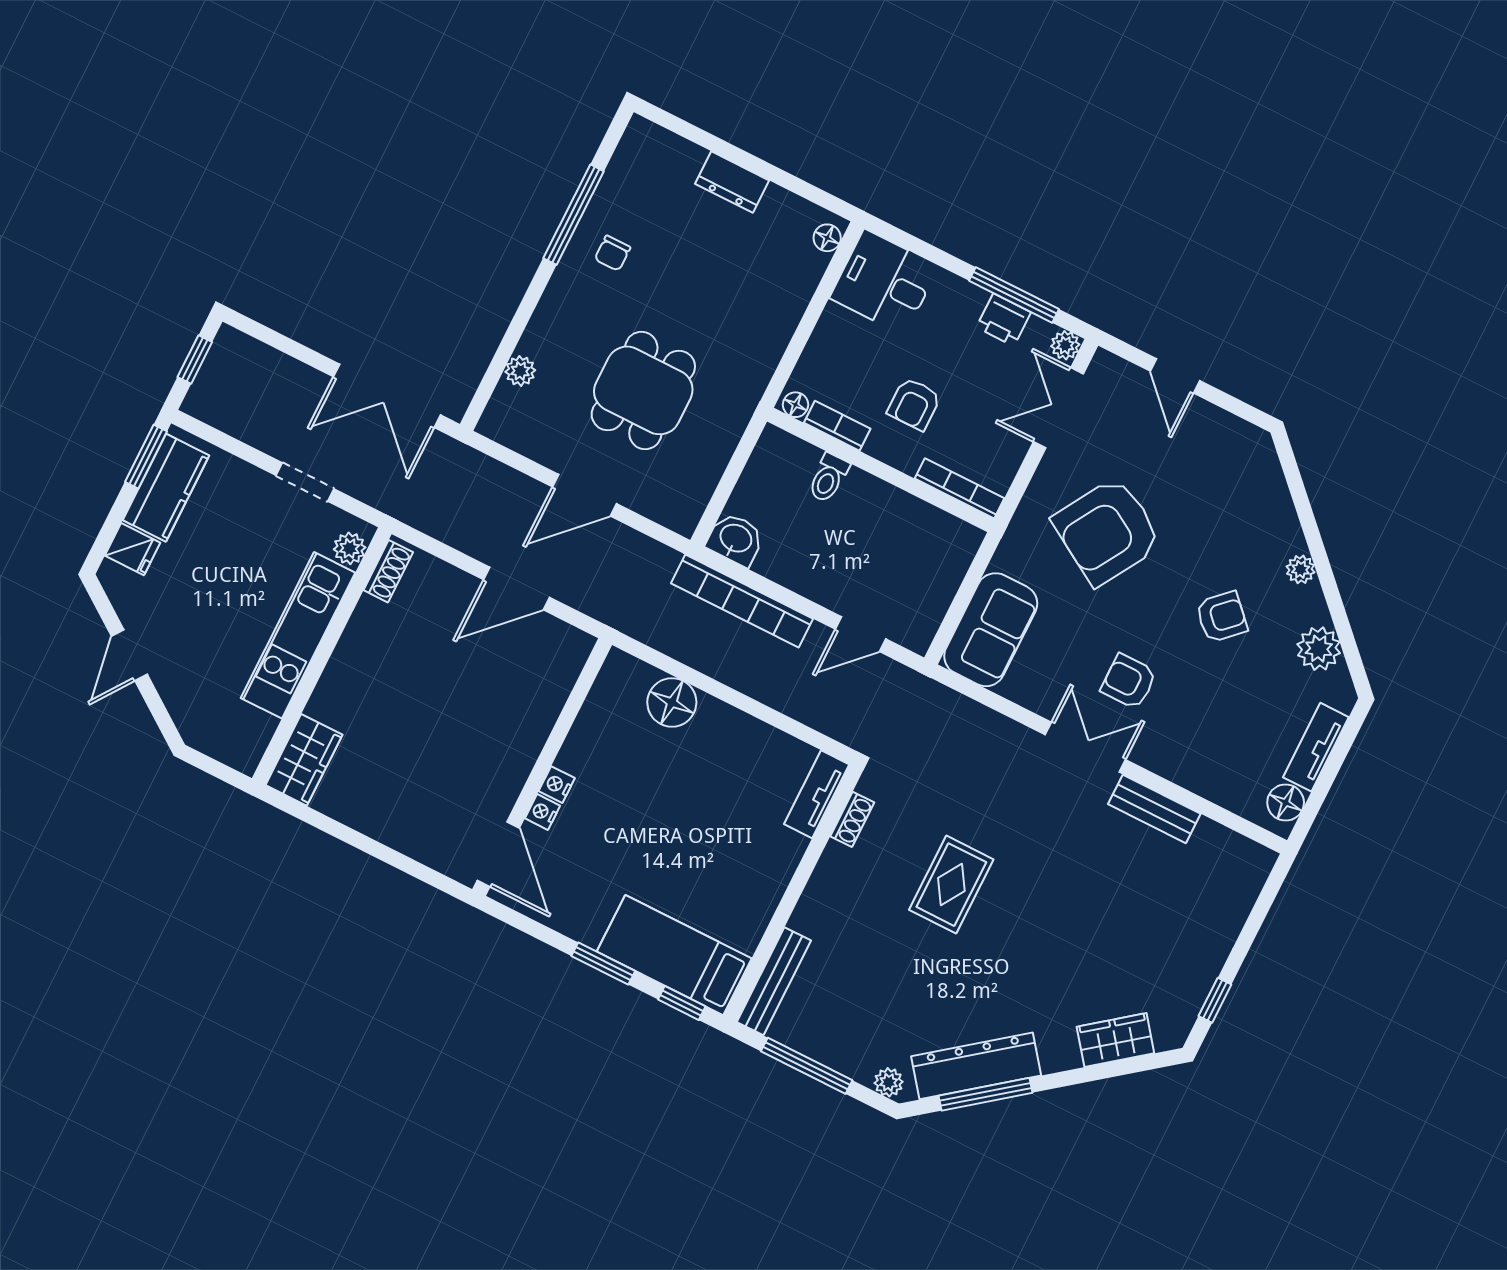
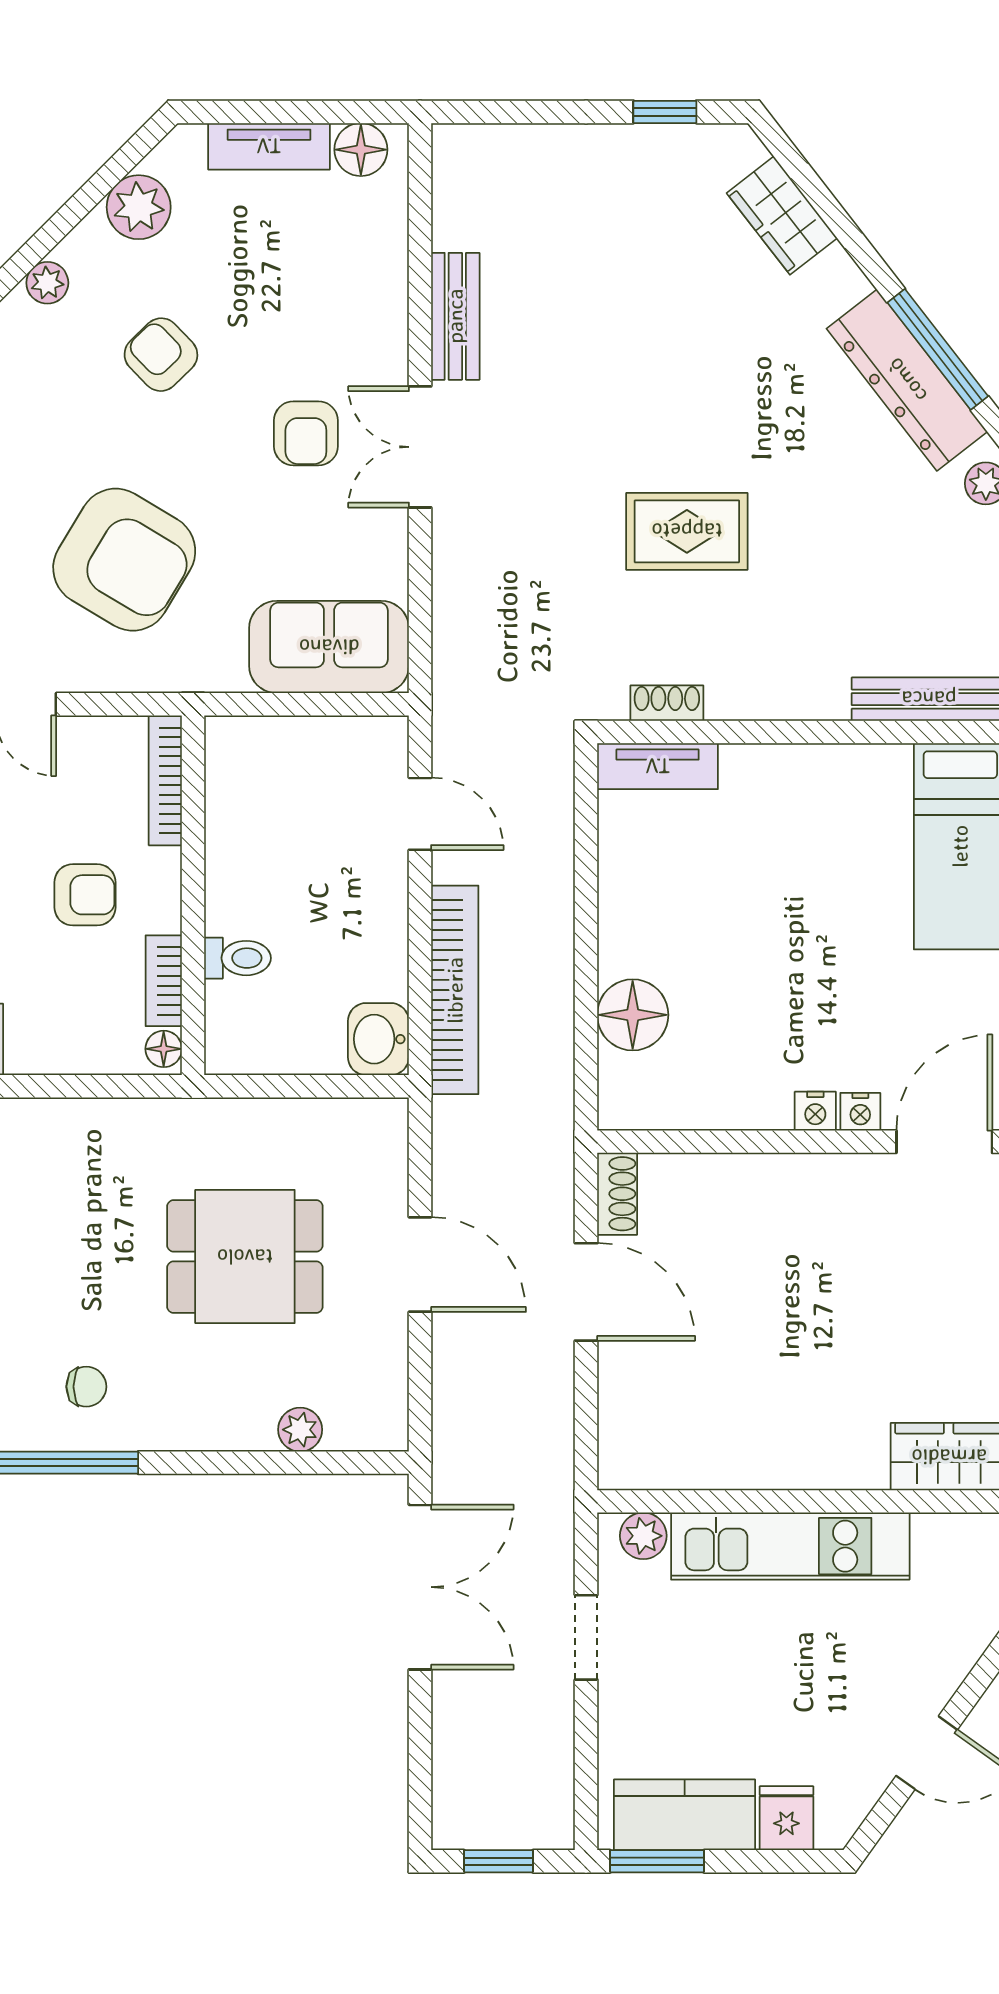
shoe rack: (388, 571) -> (617, 1194), moved, turned 90

